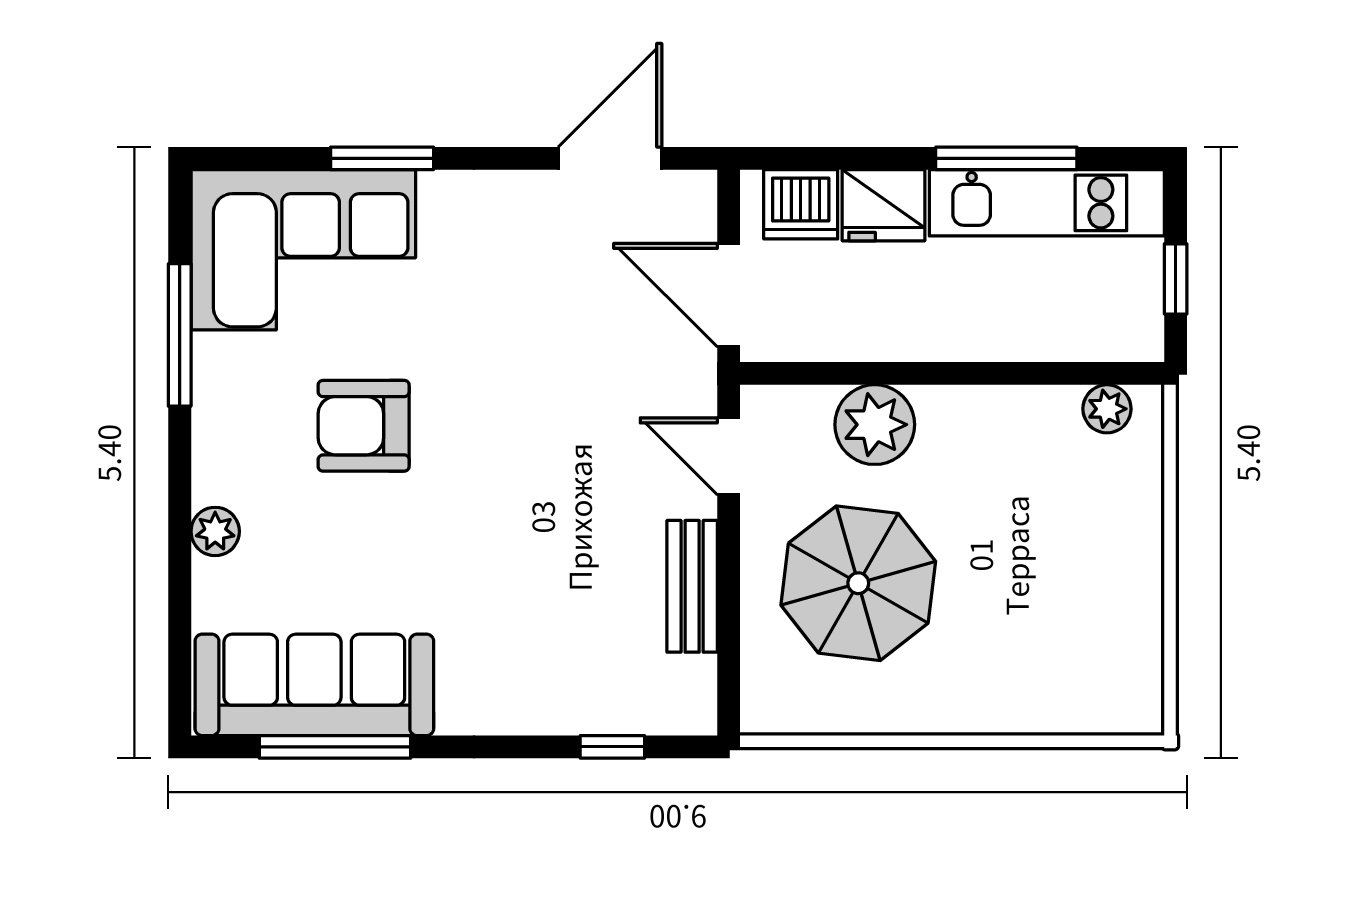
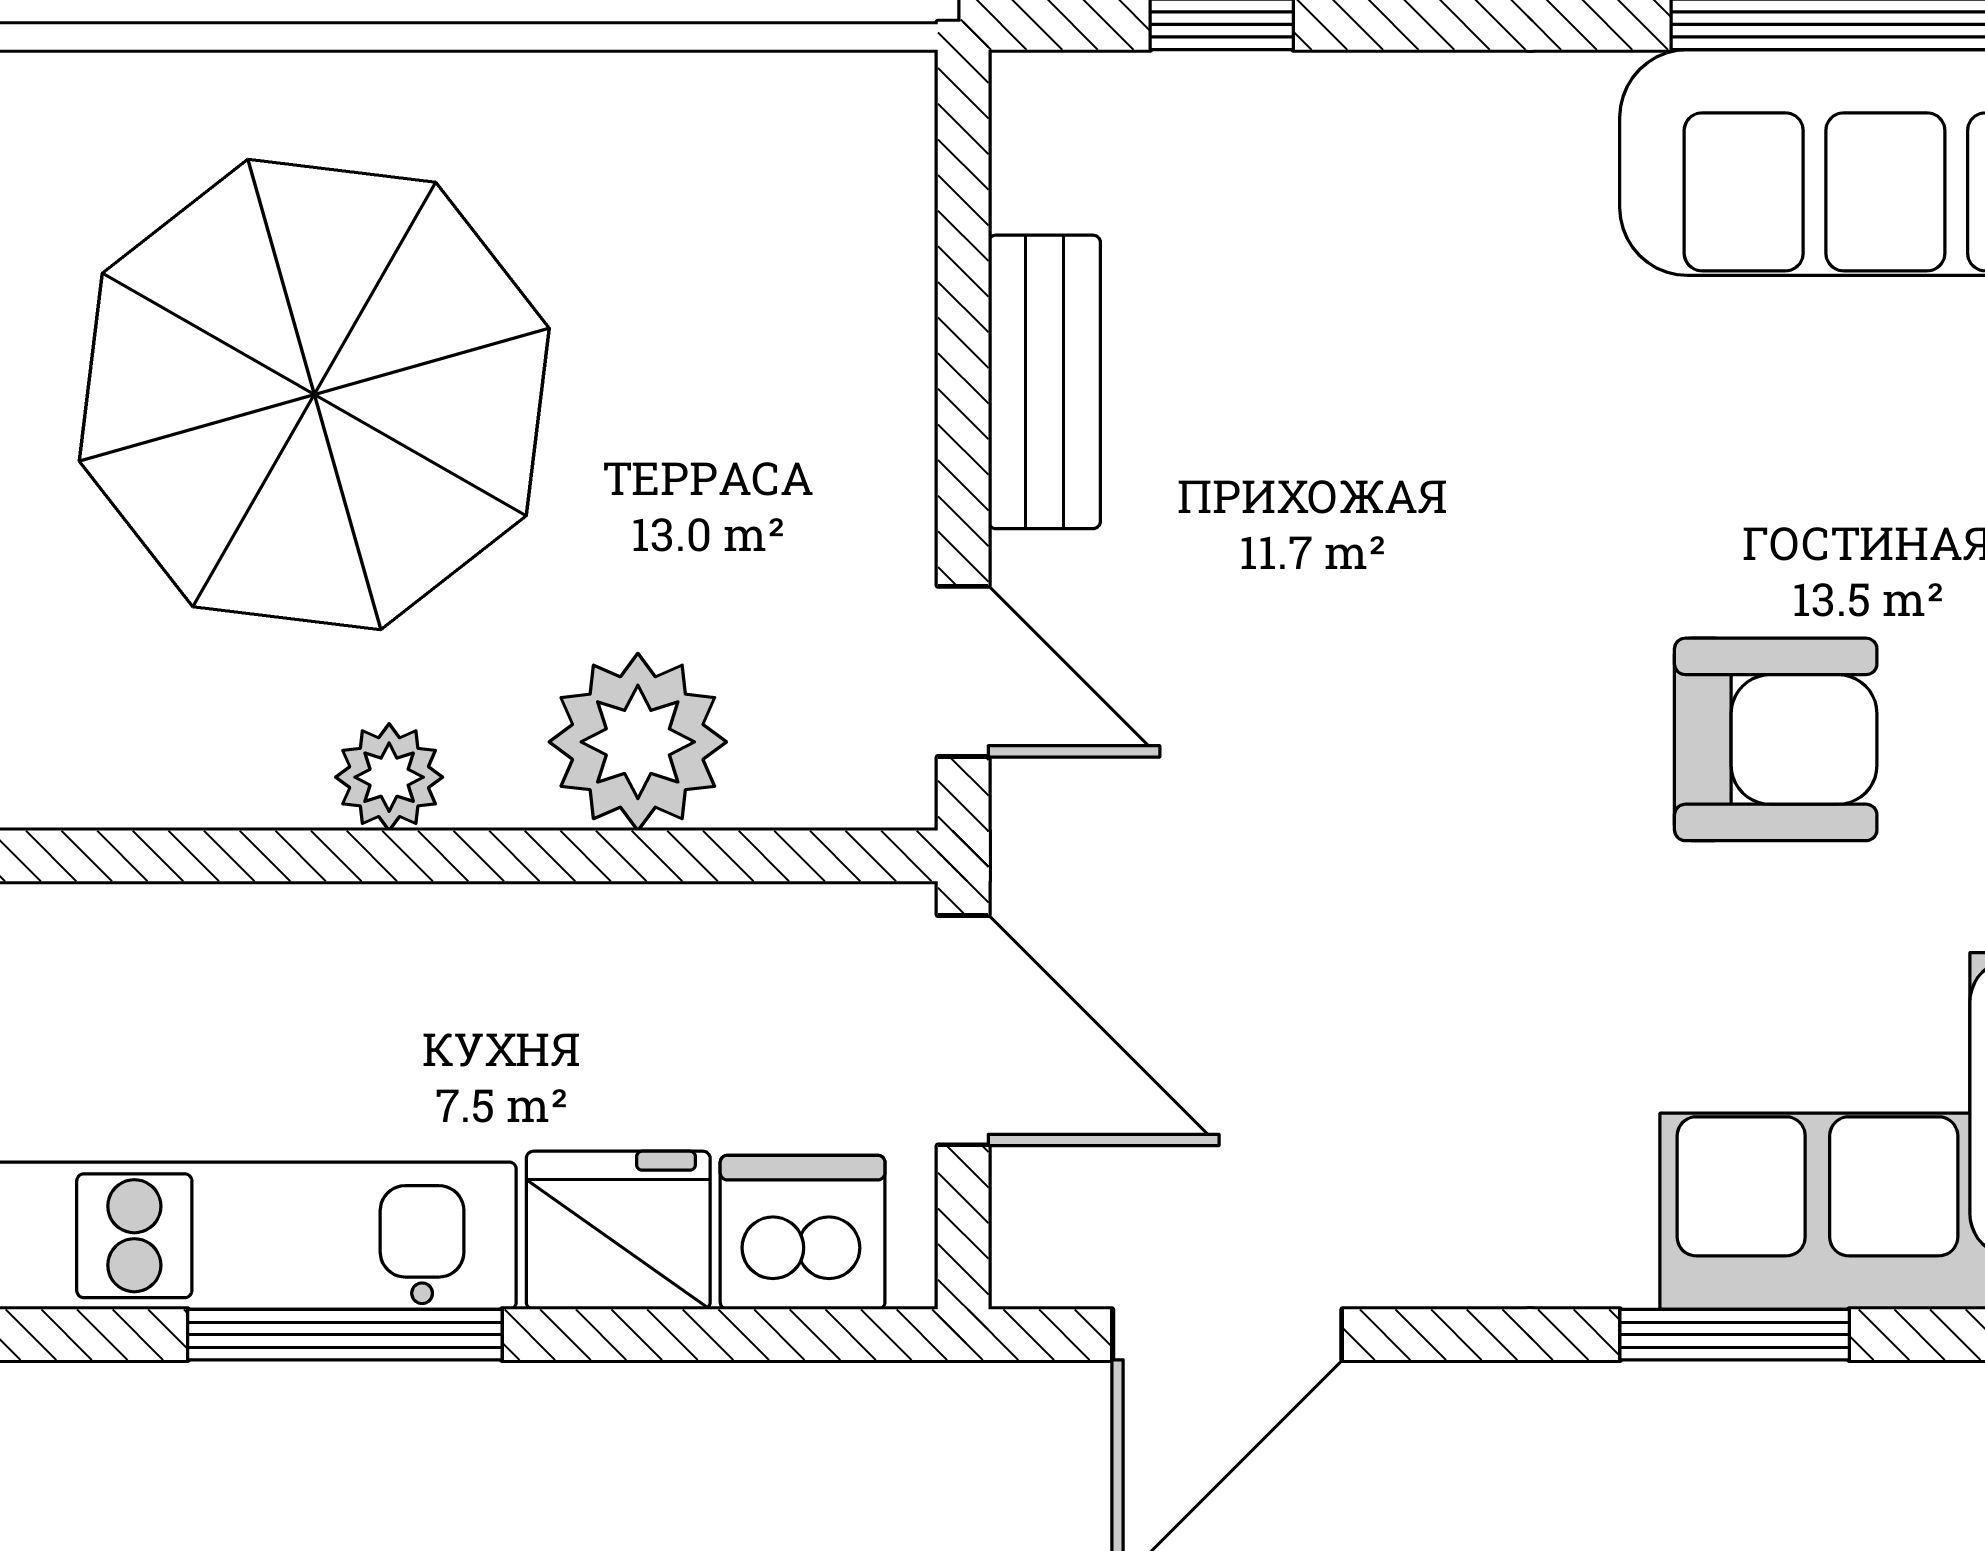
plant: (1107, 409) -> (389, 777), moved
parasol: (858, 583) -> (314, 395), moved, width x1.36, depth x1.36

